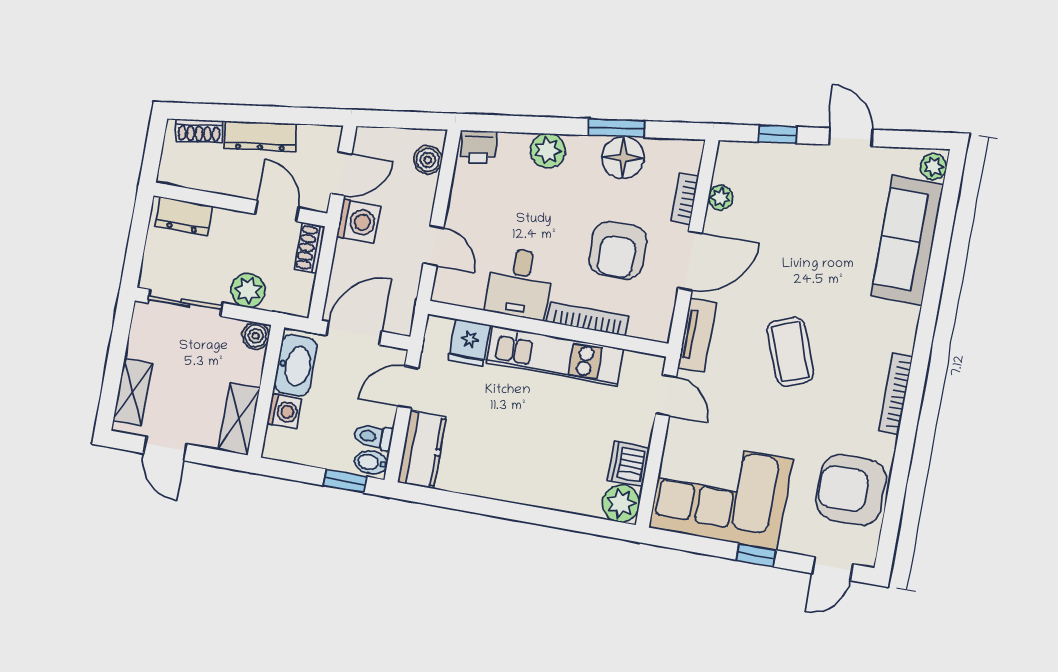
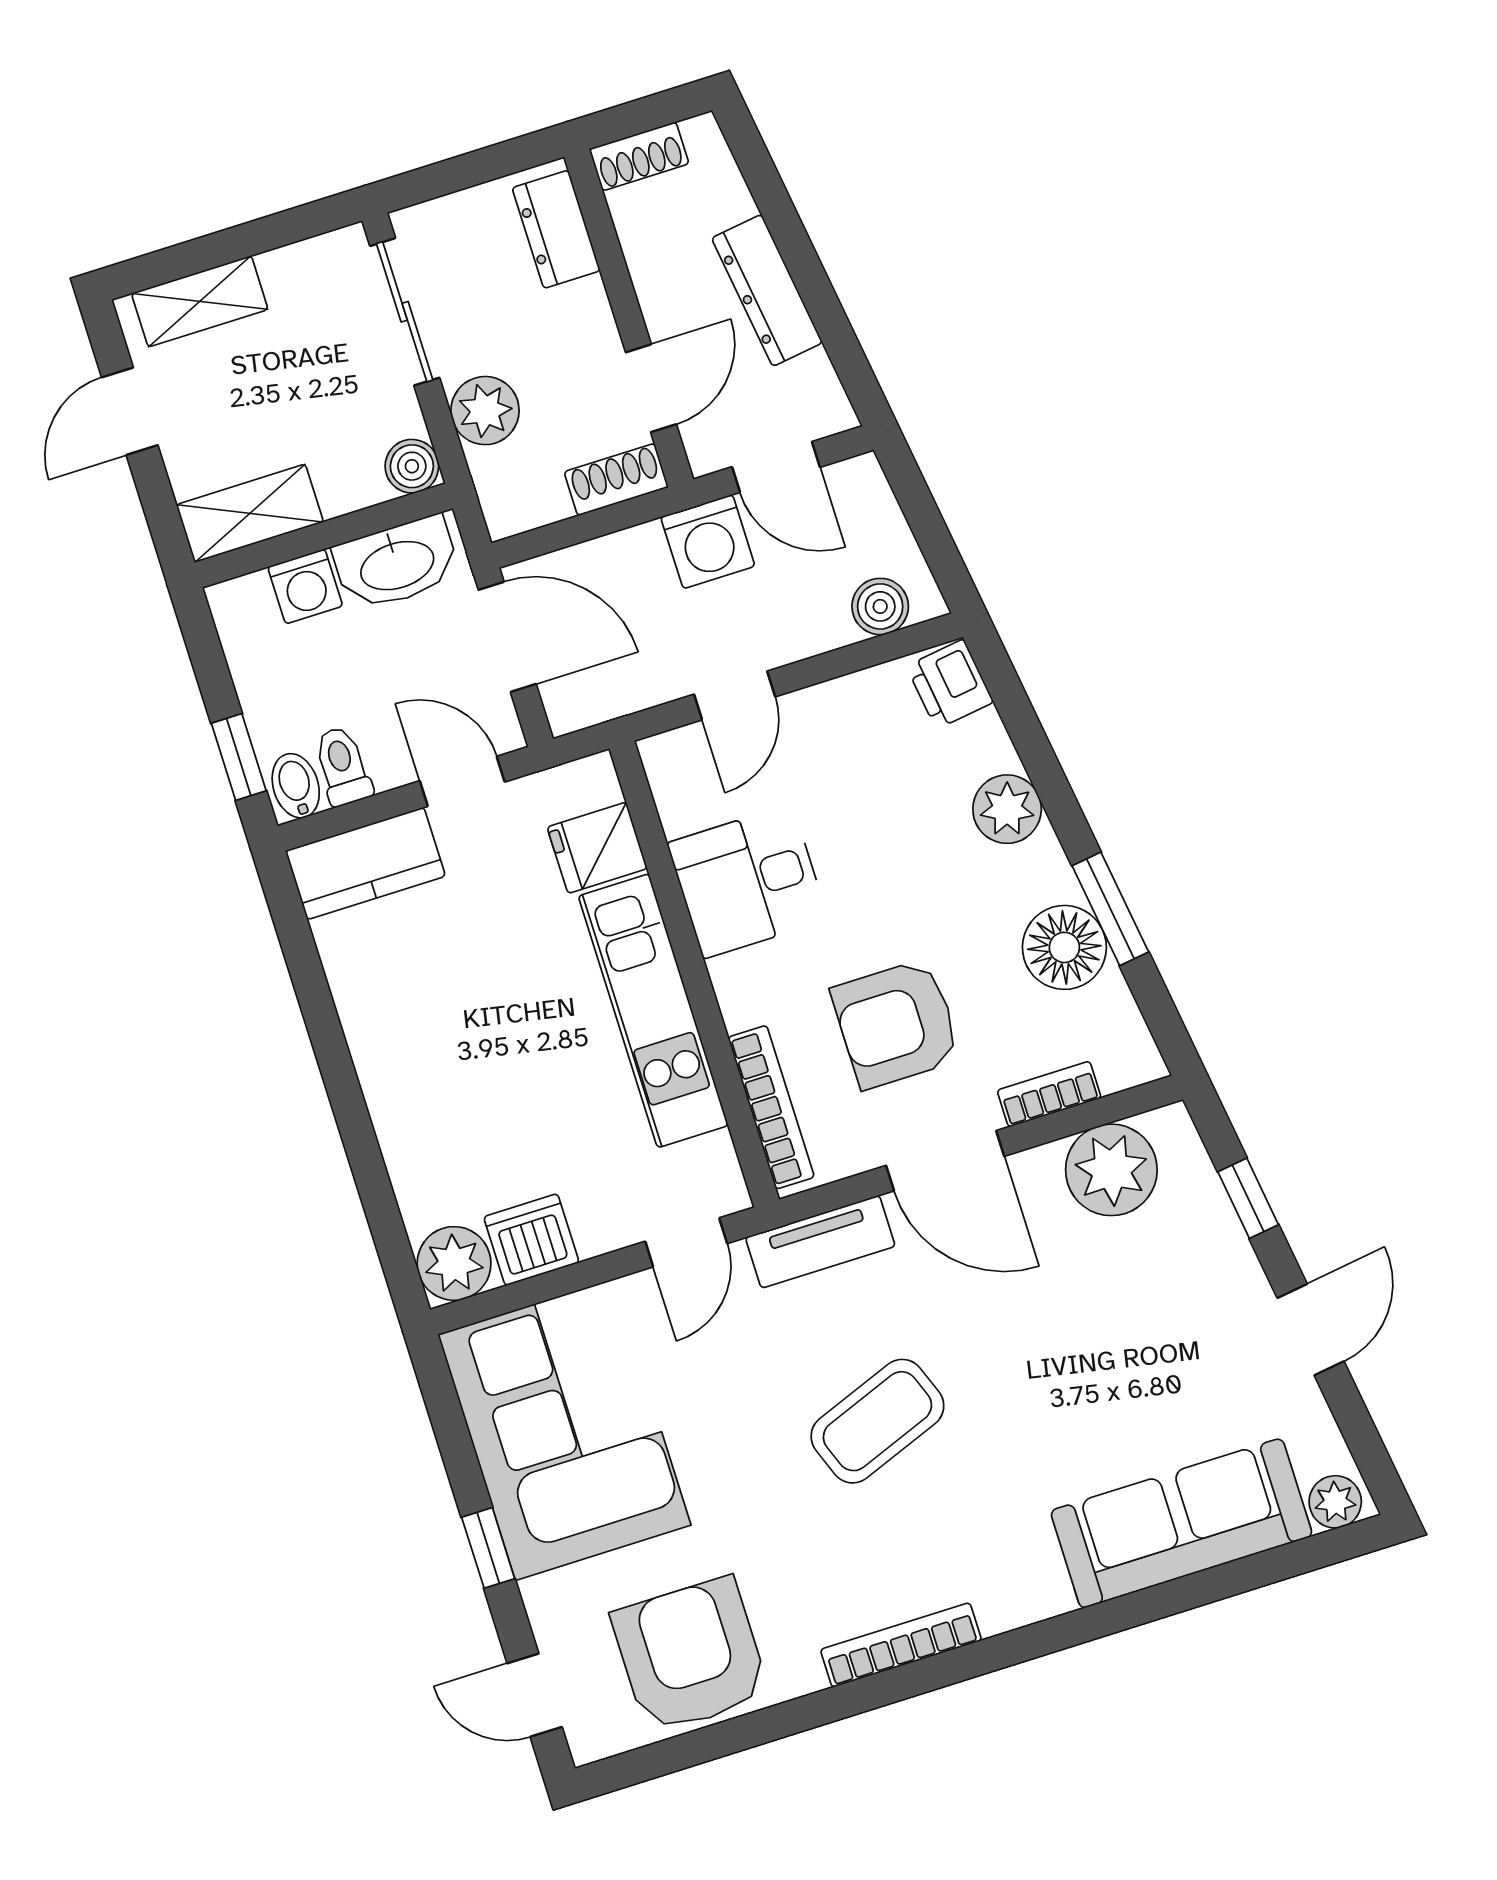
shoe rack: (199, 131) -> (639, 156), moved, turned -82
plant: (721, 197) -> (1111, 1170), width x1.88, depth x1.88
bookcase: (588, 319) -> (771, 1107), moved

